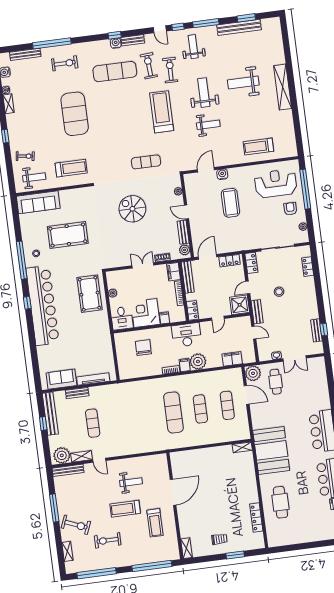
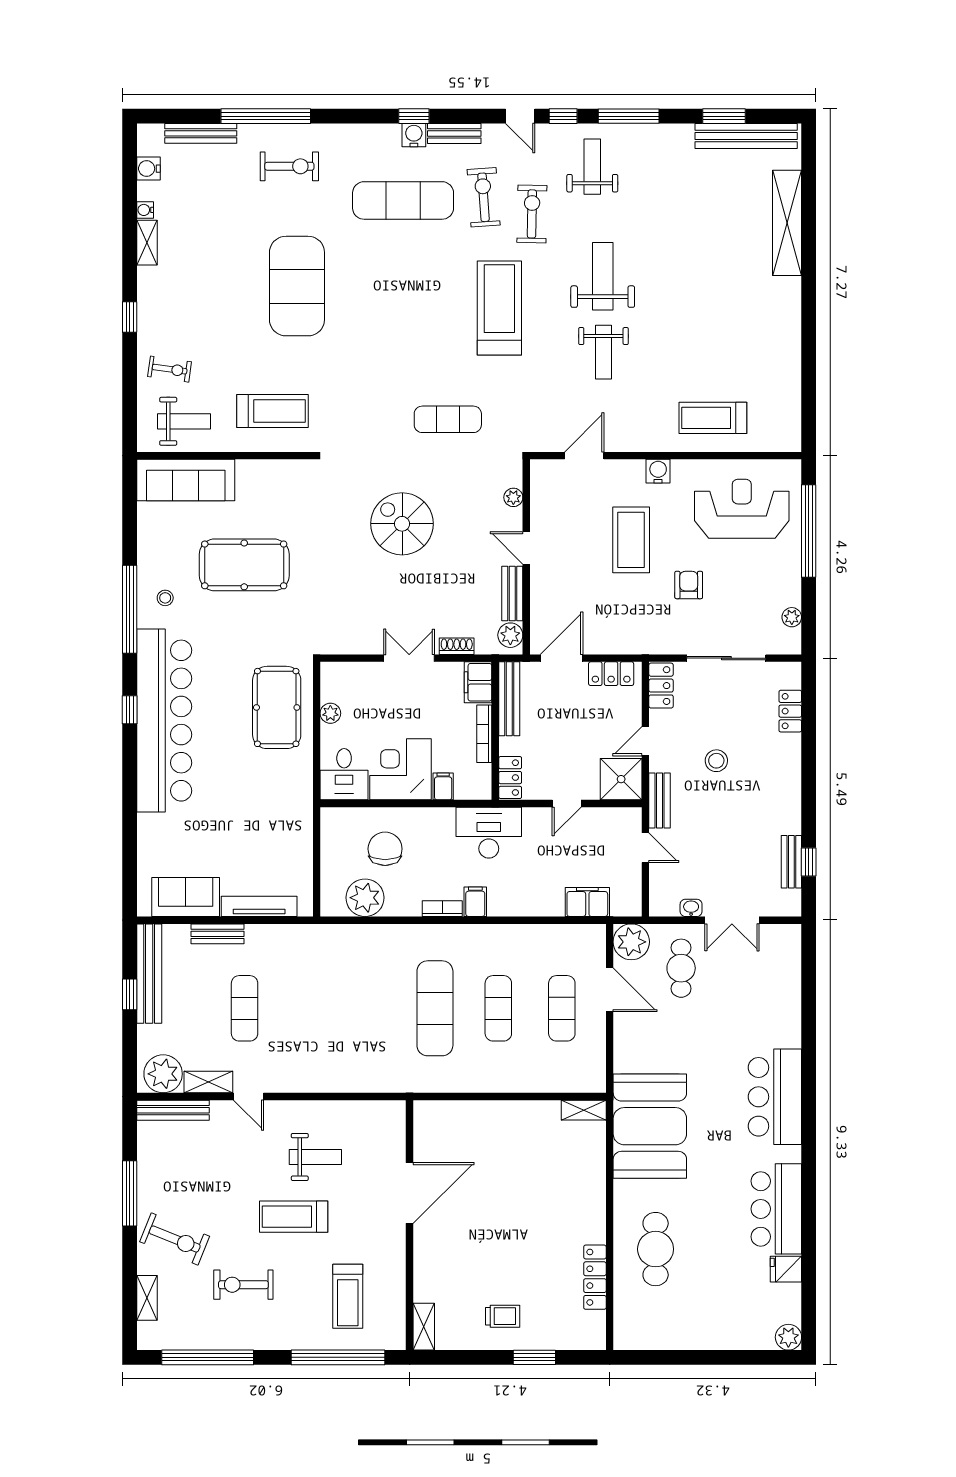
bench: (239, 27) -> (746, 136), moved
weight bench: (243, 82) -> (697, 265), removed
shelving: (283, 87) -> (787, 223), moved
weight bench: (208, 125) -> (603, 352), turned 90
water cooler: (222, 174) -> (658, 471), moved
armchair: (290, 209) -> (689, 585), moved
plant: (198, 362) -> (365, 898), moved
treadmill: (155, 523) -> (348, 1296), moved

